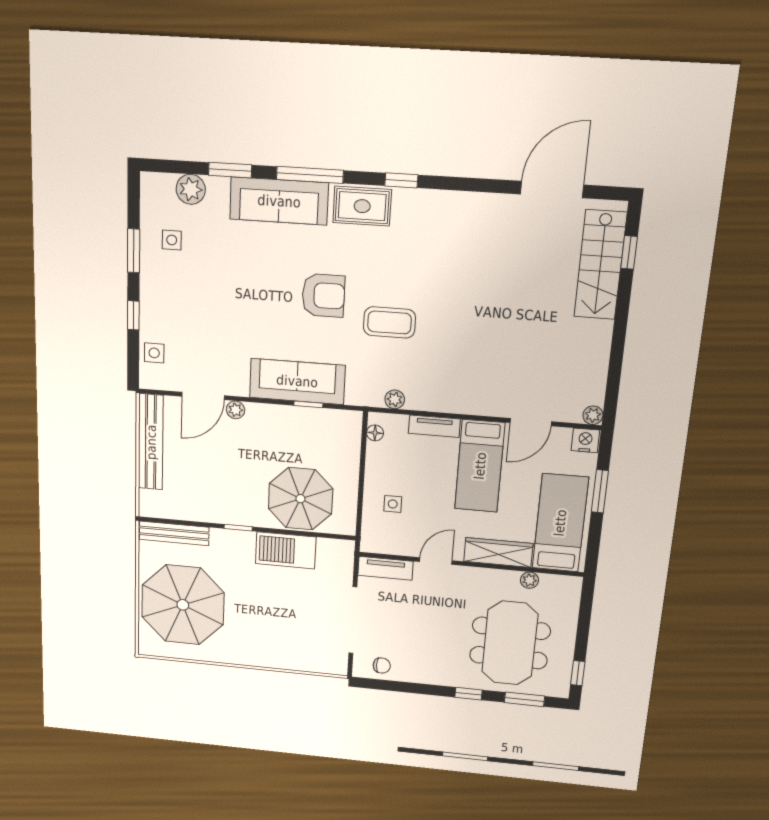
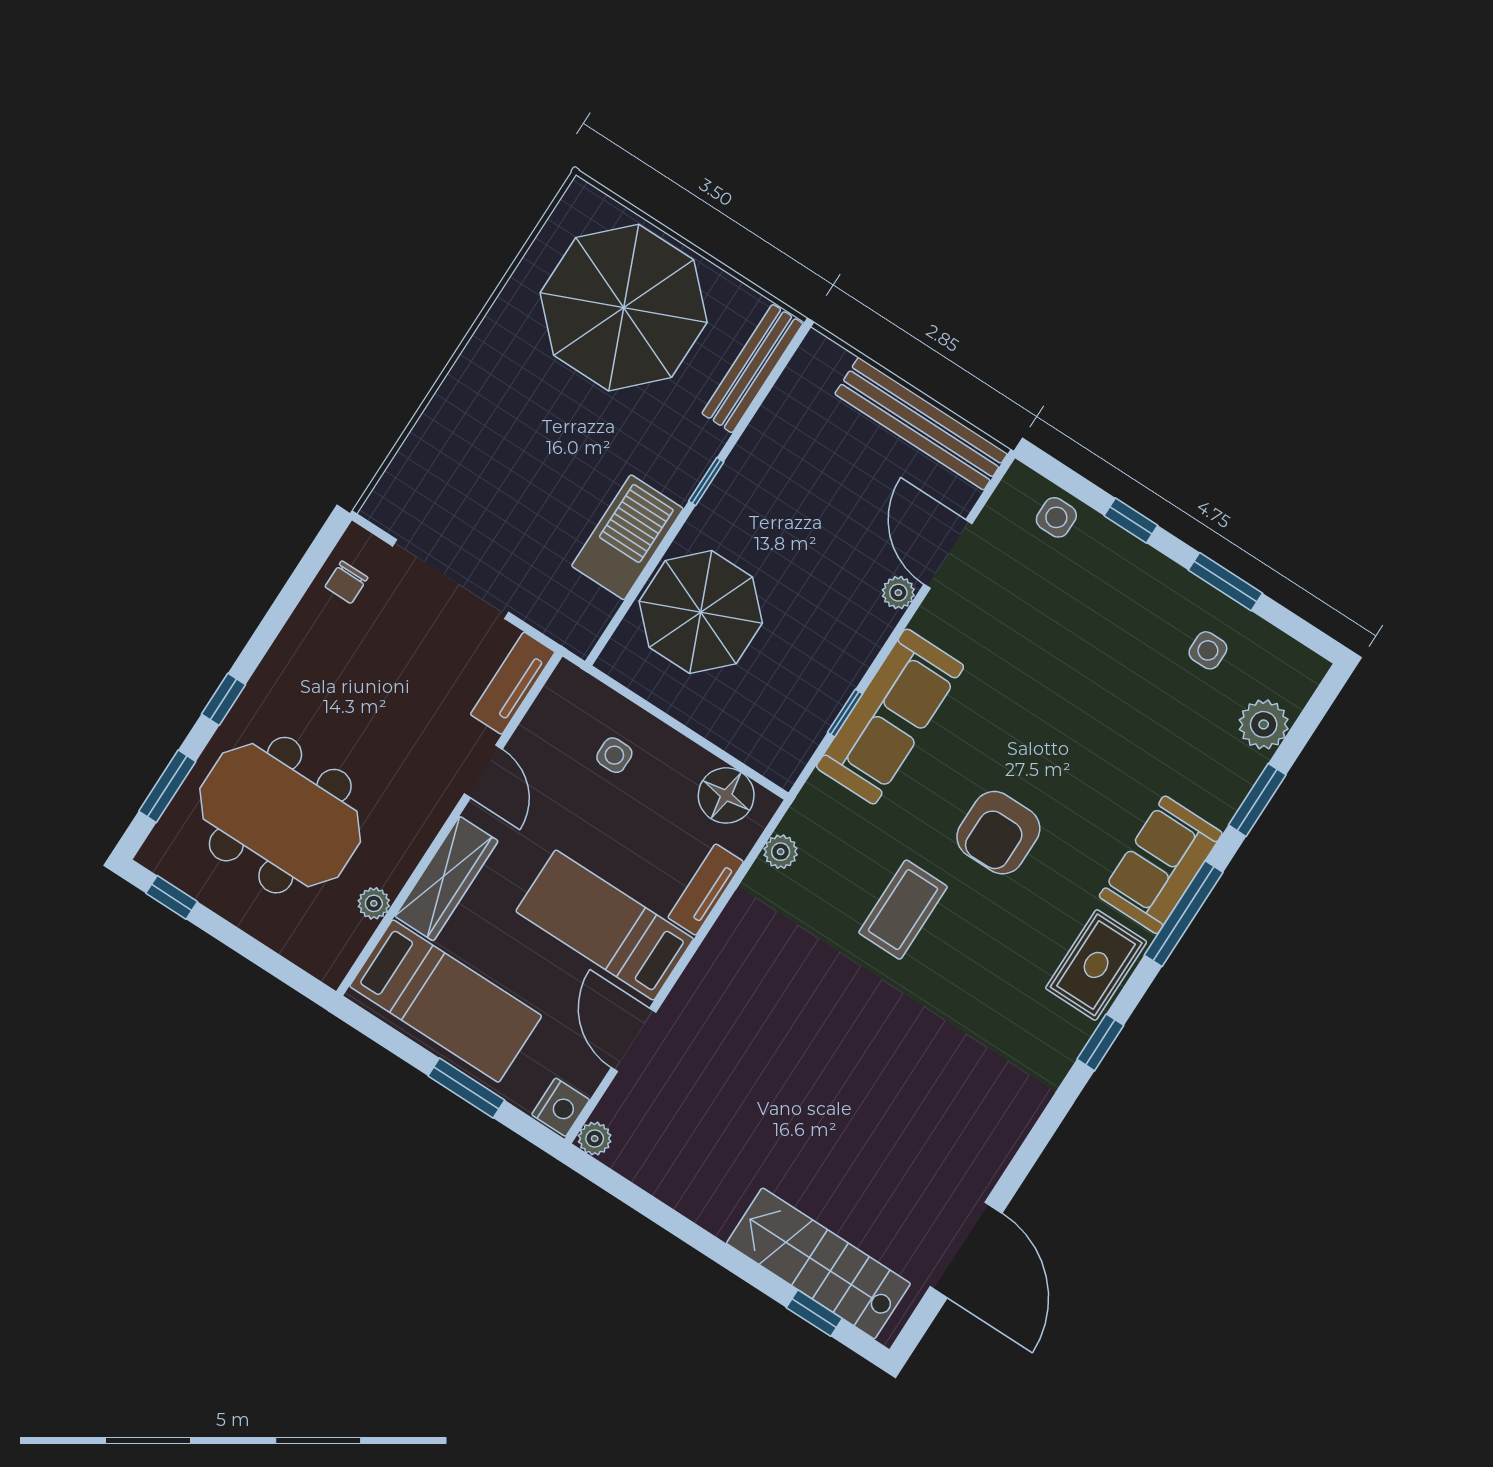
sofa: (279, 201) -> (1161, 865), width x0.73
floor lamp: (375, 433) -> (726, 795), width x1.89, depth x1.89

